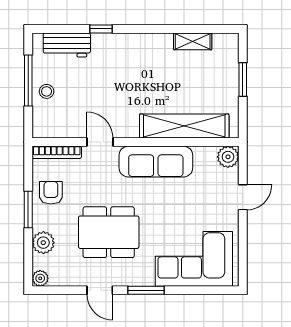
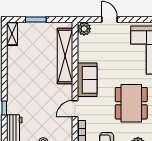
shelving: (193, 41) -> (12, 34), moved
sofa: (156, 162) -> (87, 80), width x0.73

